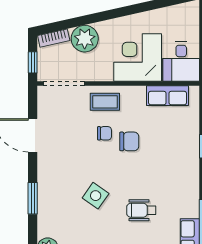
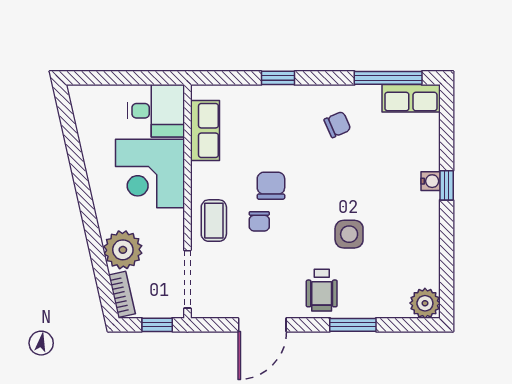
chair: (104, 133) -> (259, 221), turned 180
chair: (172, 188) -> (337, 124), added
side table: (96, 196) -> (349, 234), turned -35
wheelchair: (141, 210) -> (322, 290), moved

